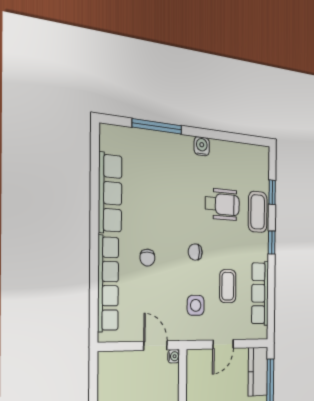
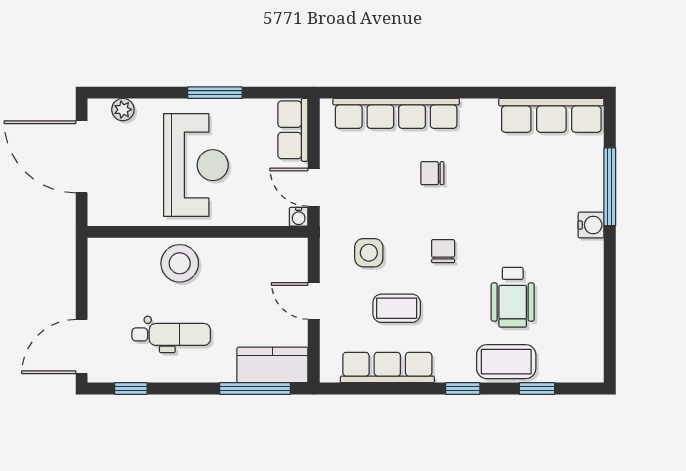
water cooler: (202, 146) -> (591, 225), moved
row of seats: (110, 193) -> (551, 115), moved
door: (155, 346) -> (314, 187), swing flipped
row of seats: (118, 362) -> (293, 130), added

